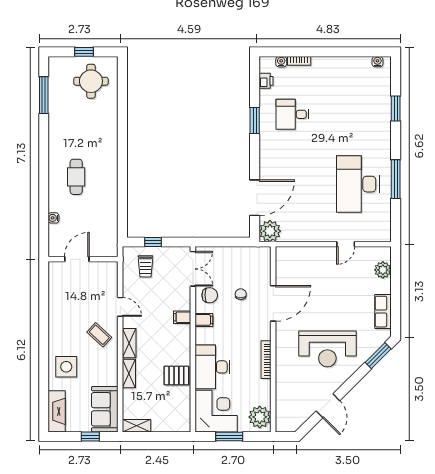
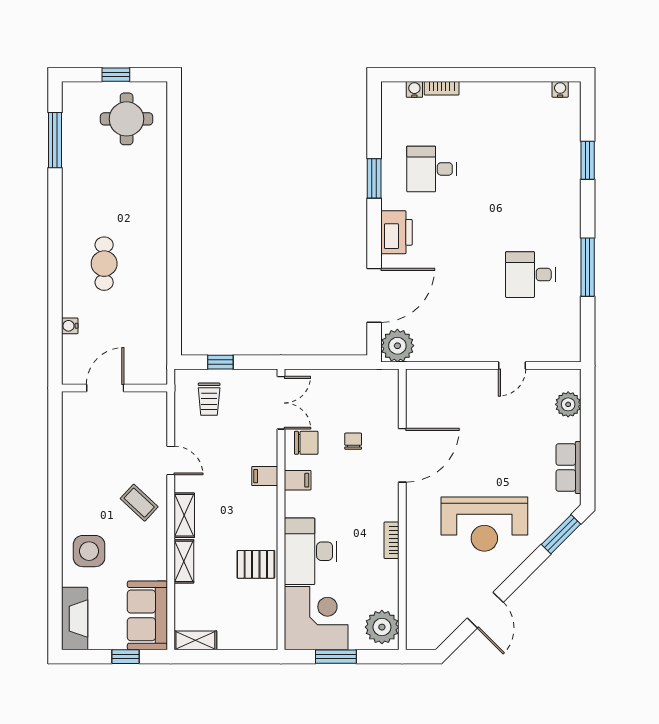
printer: (266, 81) -> (396, 232), moved, width x1.87, depth x1.48
desk: (358, 184) -> (530, 275), width x0.53, depth x0.77
bookcase: (266, 360) -> (392, 540), width x0.64

